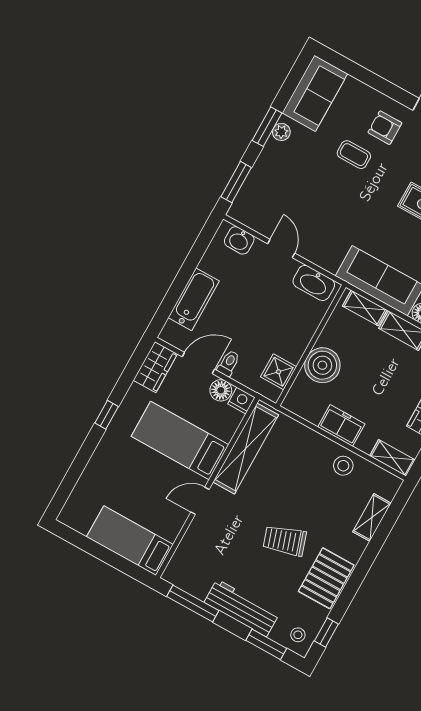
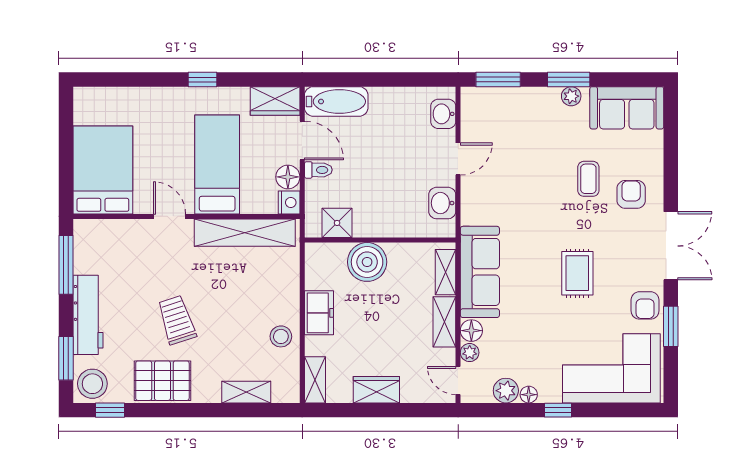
washbasin: (314, 283) -> (442, 203), width x0.72
bathtub: (194, 299) -> (336, 101), moved
bed: (130, 541) -> (103, 170), width x1.50
stool: (298, 635) -> (92, 384), width x1.89, depth x1.89

